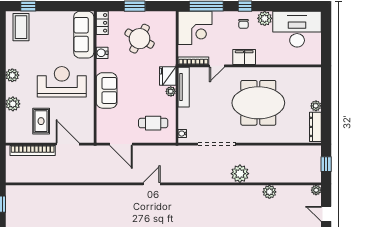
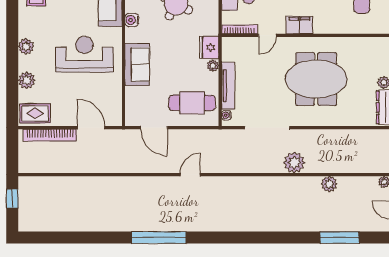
tv unit: (184, 87) -> (228, 86), moved
rug: (41, 121) -> (35, 113), moved, turned 90
cafe table: (153, 123) -> (192, 103), width x1.37, depth x1.35

